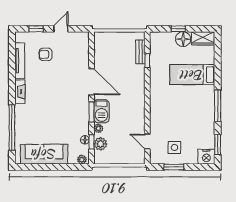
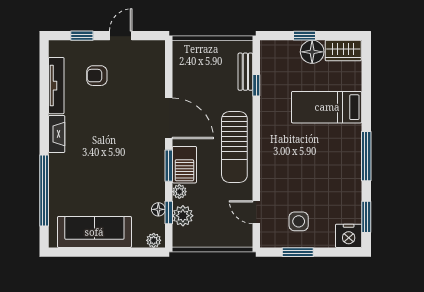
sun lounger: (133, 100) -> (234, 147), added

